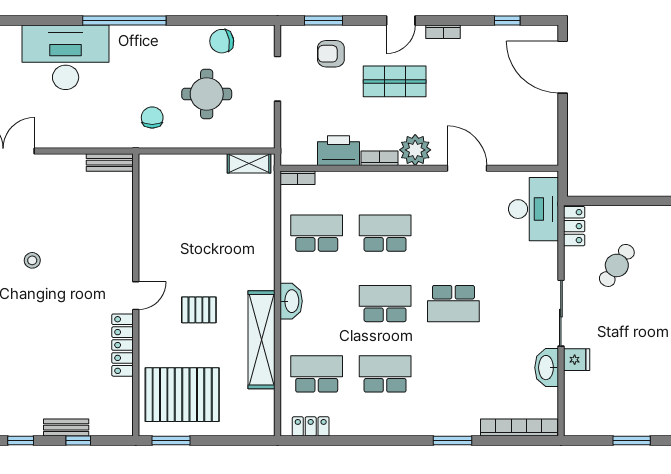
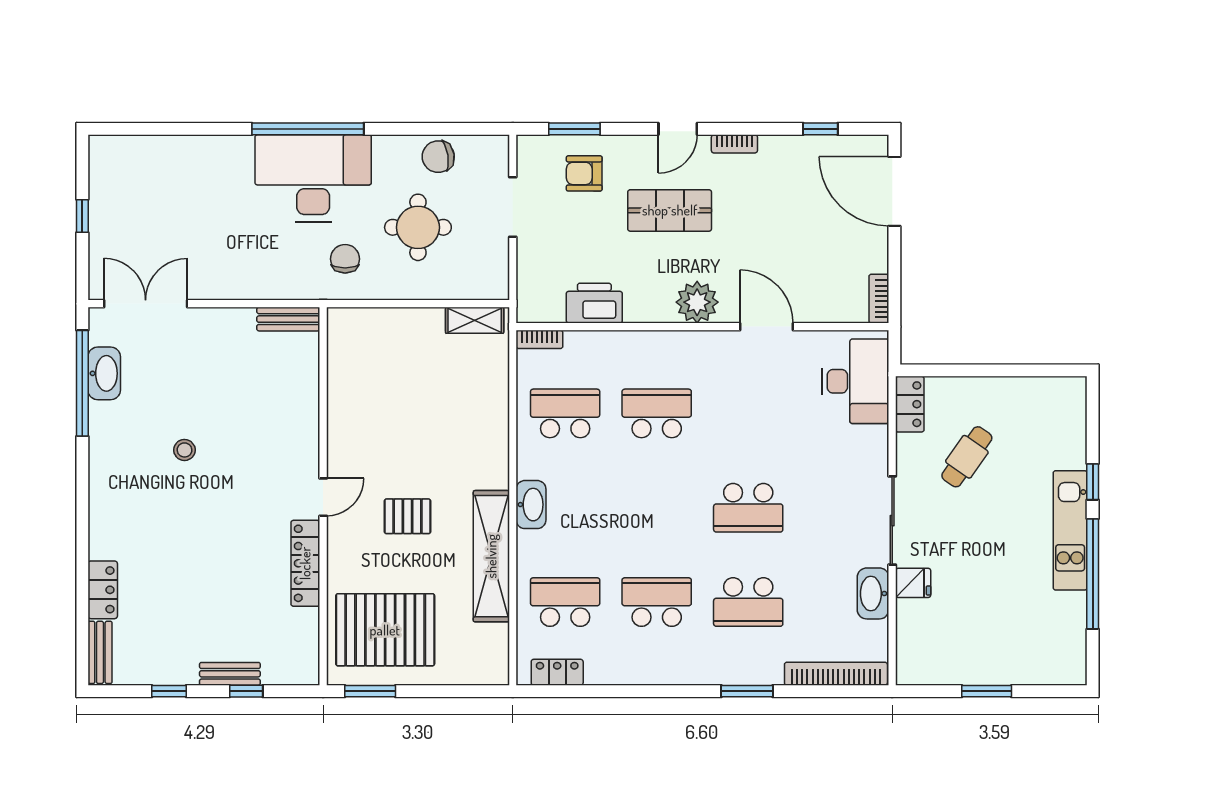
desk: (66, 57) -> (313, 178), moved
bookcase: (379, 158) -> (879, 299), moved, turned -90
school desk: (385, 304) -> (748, 602), moved, turned 180

